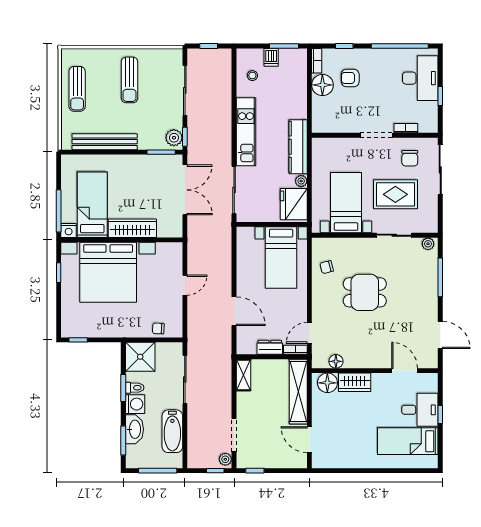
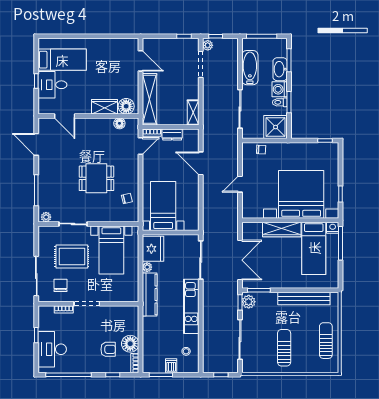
double door: (185, 190) -> (240, 260), swing flipped

